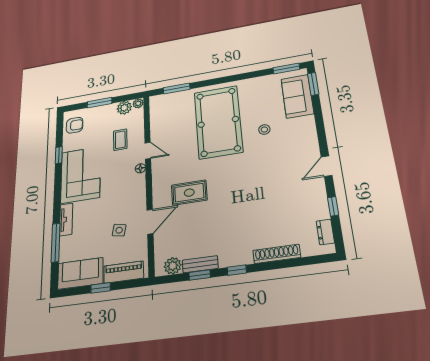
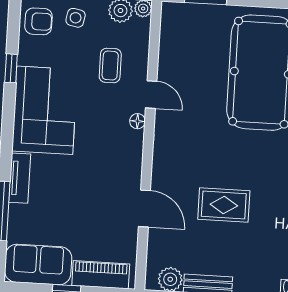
rug: (189, 193) -> (224, 205), moved
door: (150, 222) -> (144, 208), hinge flipped
side table: (119, 230) -> (76, 18), moved

